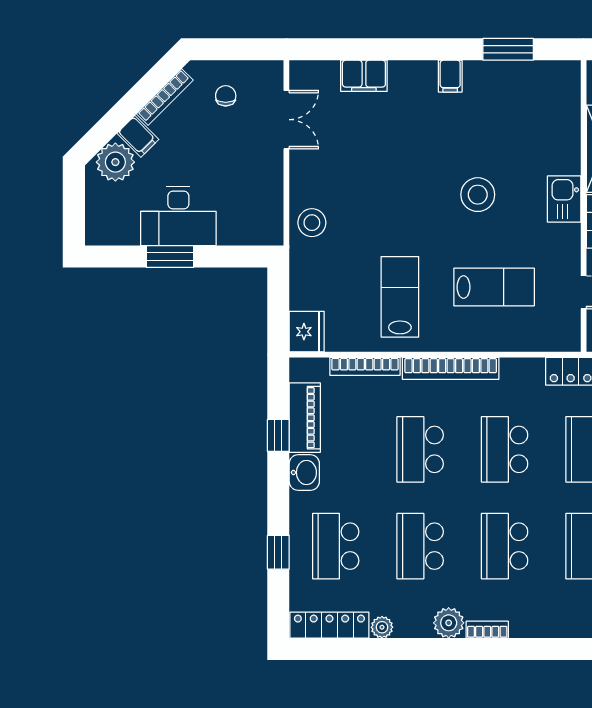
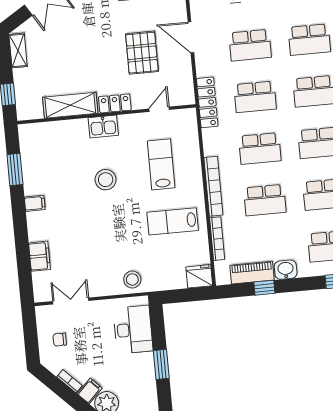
bookcase: (165, 97) -> (69, 381), width x0.64
desk: (178, 216) -> (133, 330), moved

